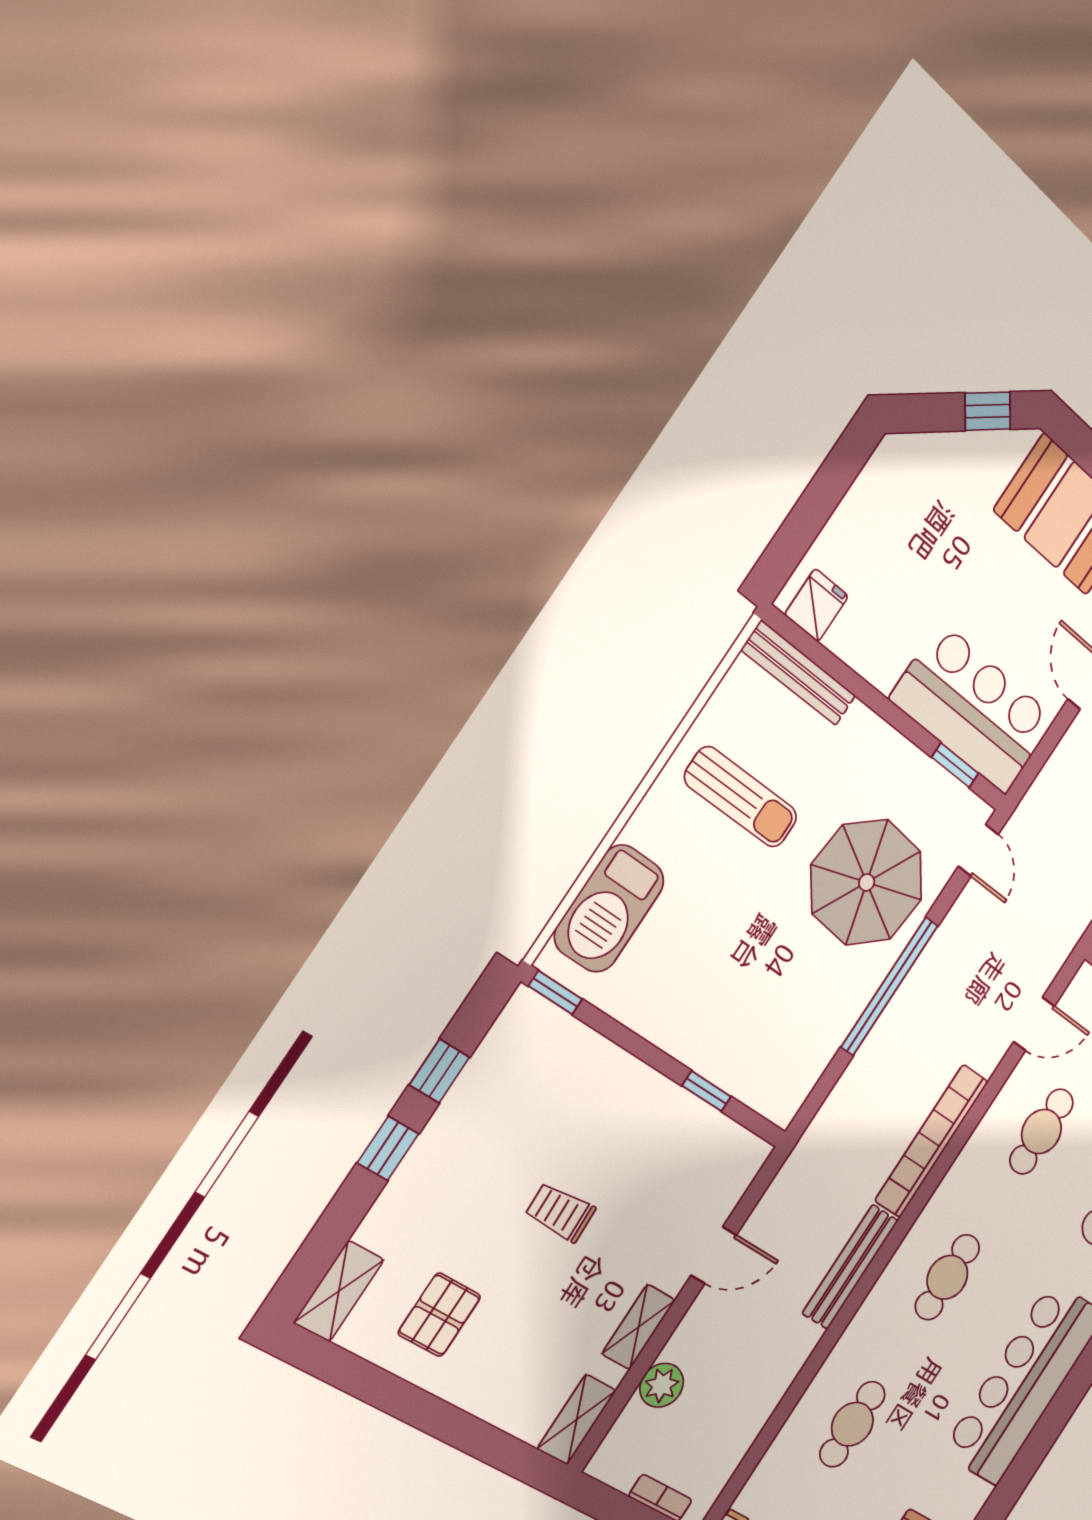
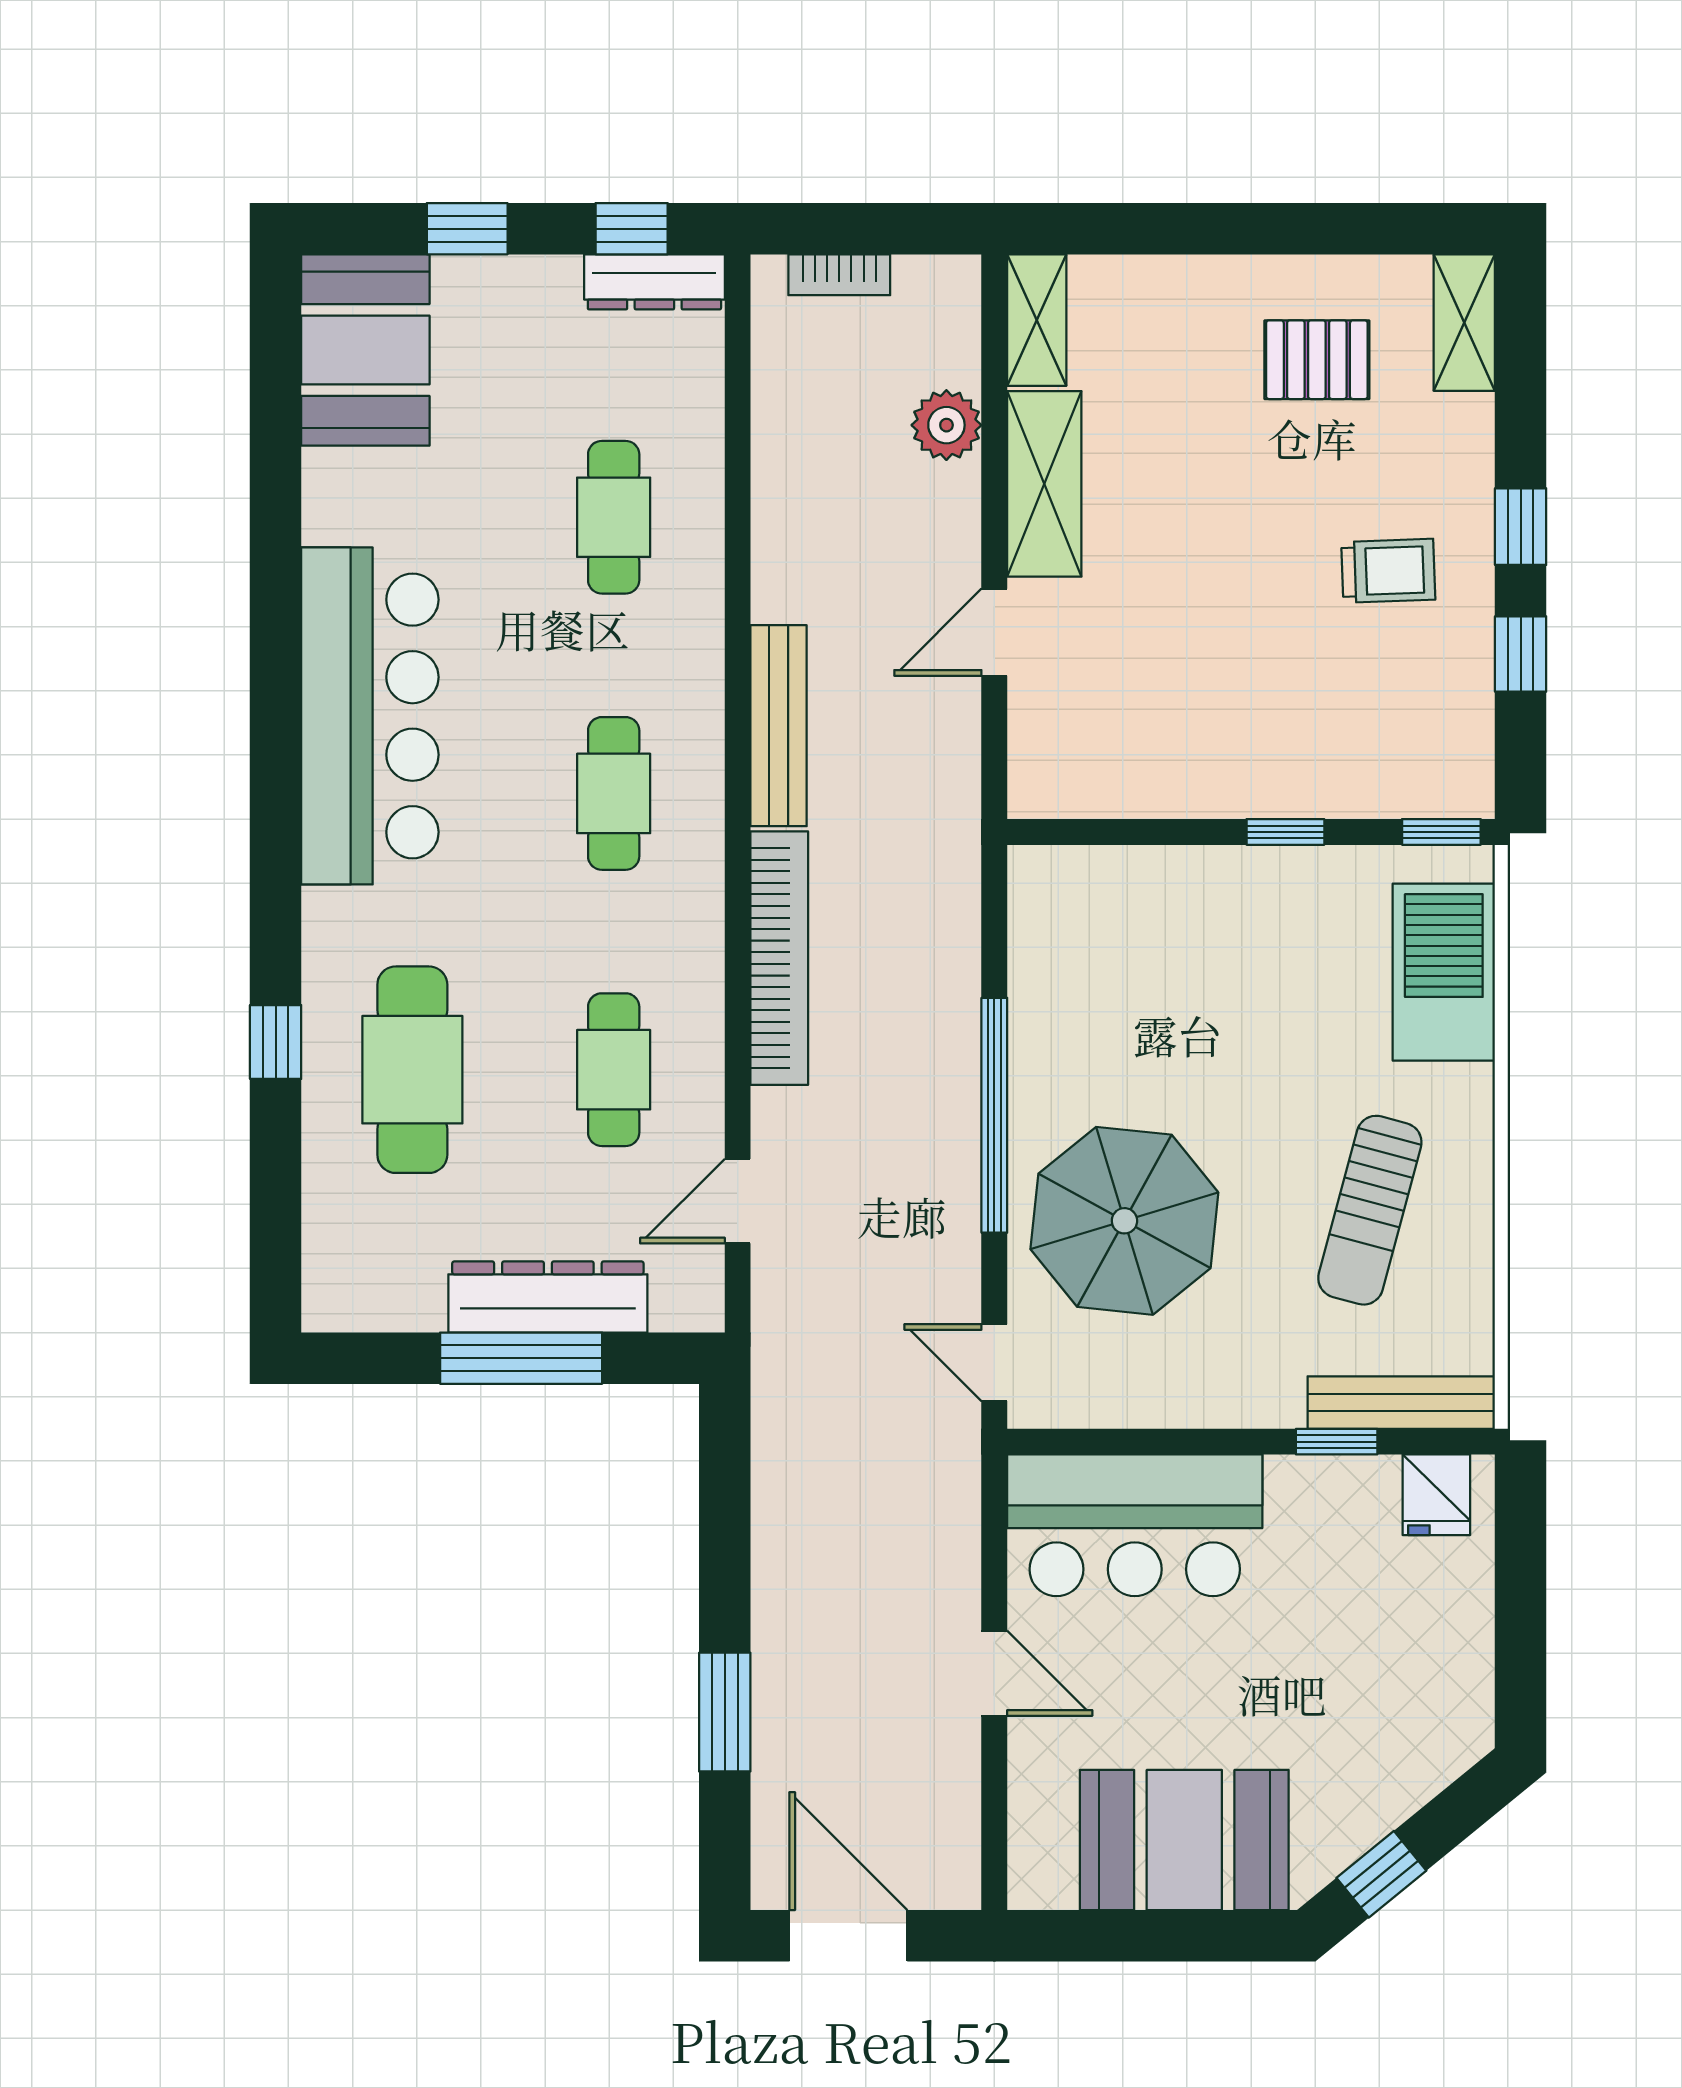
window: (955, 765) -> (1337, 1442), moved
sun lounger: (741, 797) -> (1370, 1210), turned -75
window: (707, 1091) -> (1285, 832), moved
trolley: (560, 1212) -> (1388, 571), moved
pallet: (439, 1315) -> (1317, 360), turned 90
shelving: (638, 1327) -> (1044, 484), width x1.50, depth x1.33

